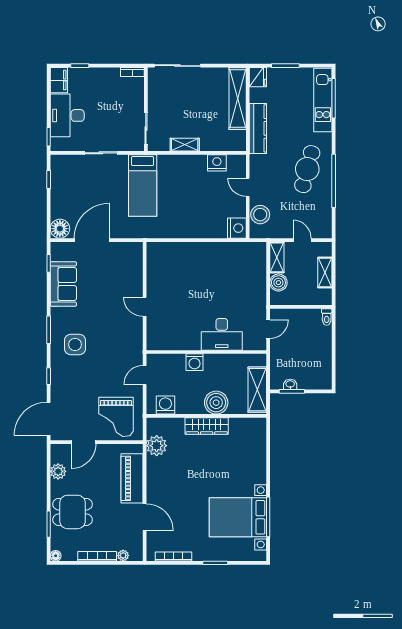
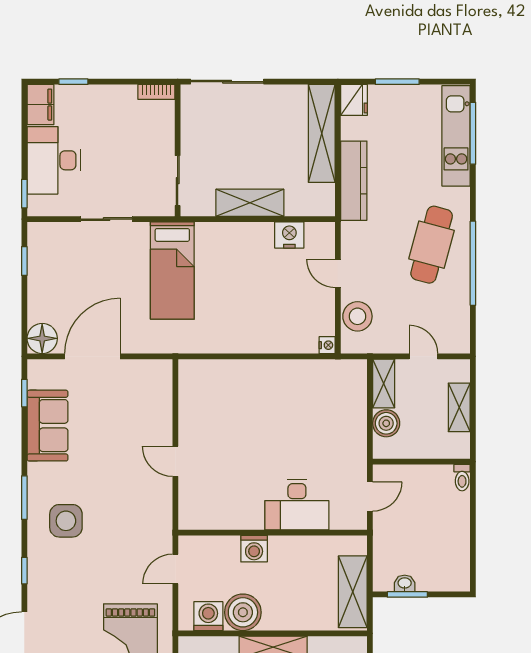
shelving: (185, 145) -> (250, 203), width x1.50, depth x1.33
nightstand: (237, 228) -> (327, 345), width x0.53, depth x0.56
boiler: (216, 403) -> (243, 612), moved

